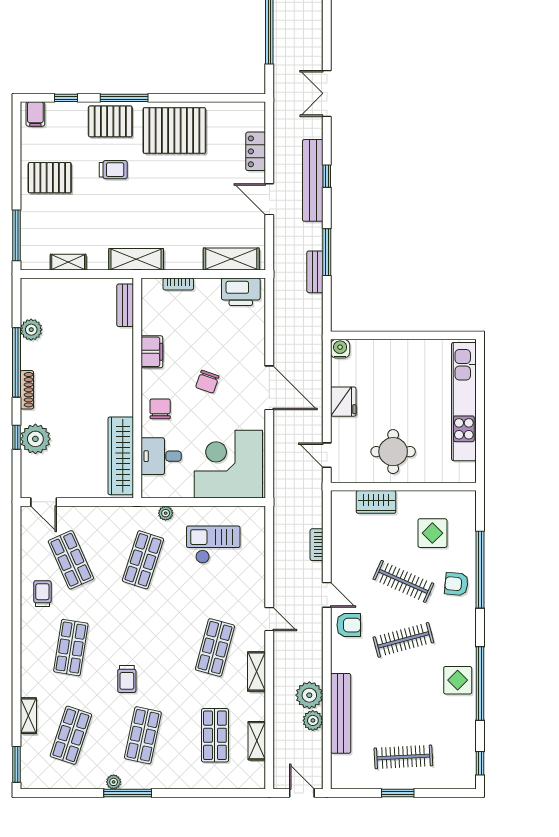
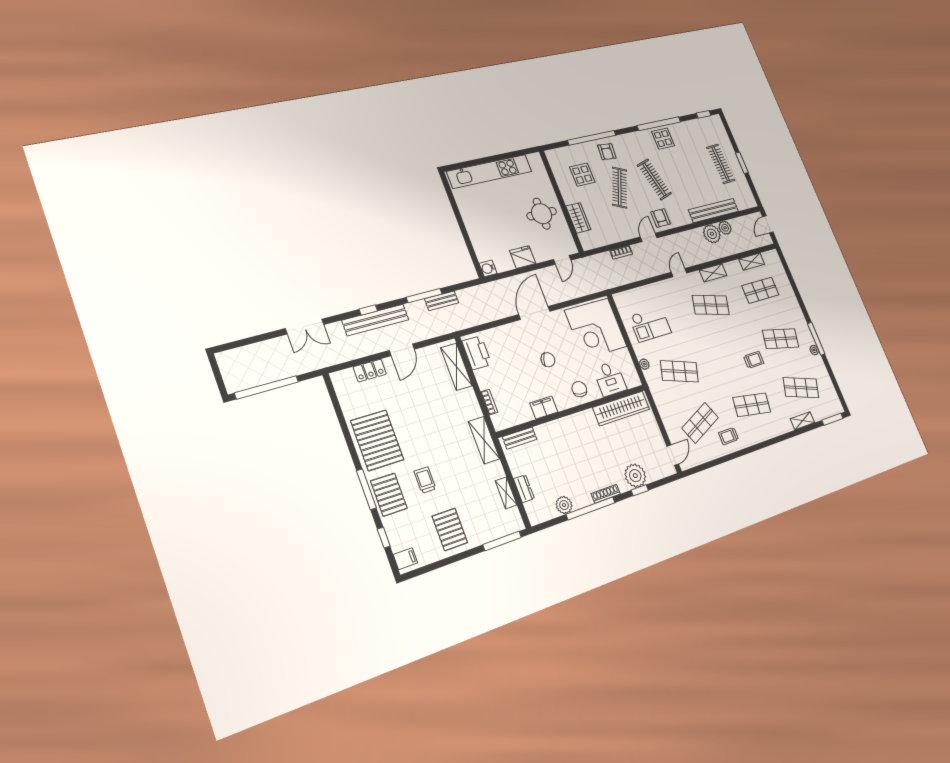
dresser: (66, 287) -> (524, 489), added
chair: (160, 409) -> (579, 389), turned 99
checkout: (213, 545) -> (650, 324), turned -90

